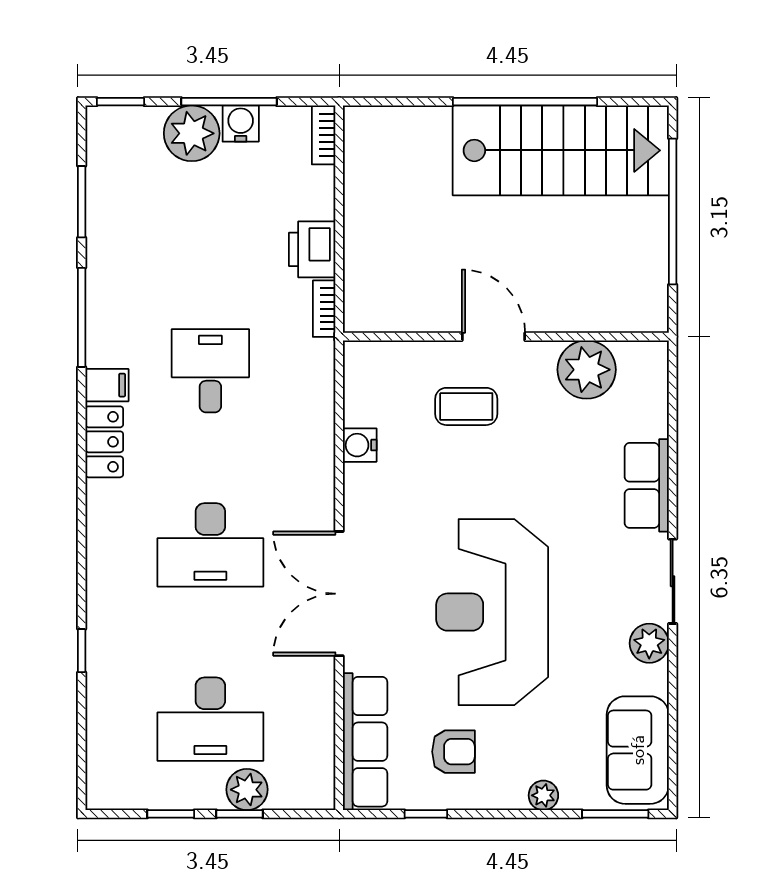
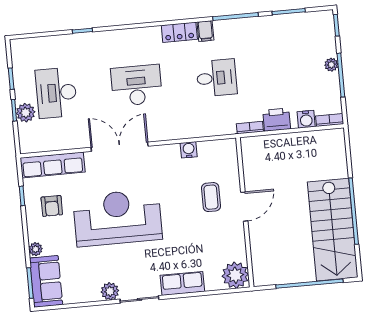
water cooler: (241, 124) -> (306, 119), moved, turned 90
plant: (192, 133) -> (331, 65), width x0.53, depth x0.53
plant: (587, 370) -> (235, 275), moved
desk: (210, 545) -> (136, 85), turned 90
sofa: (638, 750) -> (46, 281), moved, turned 90

